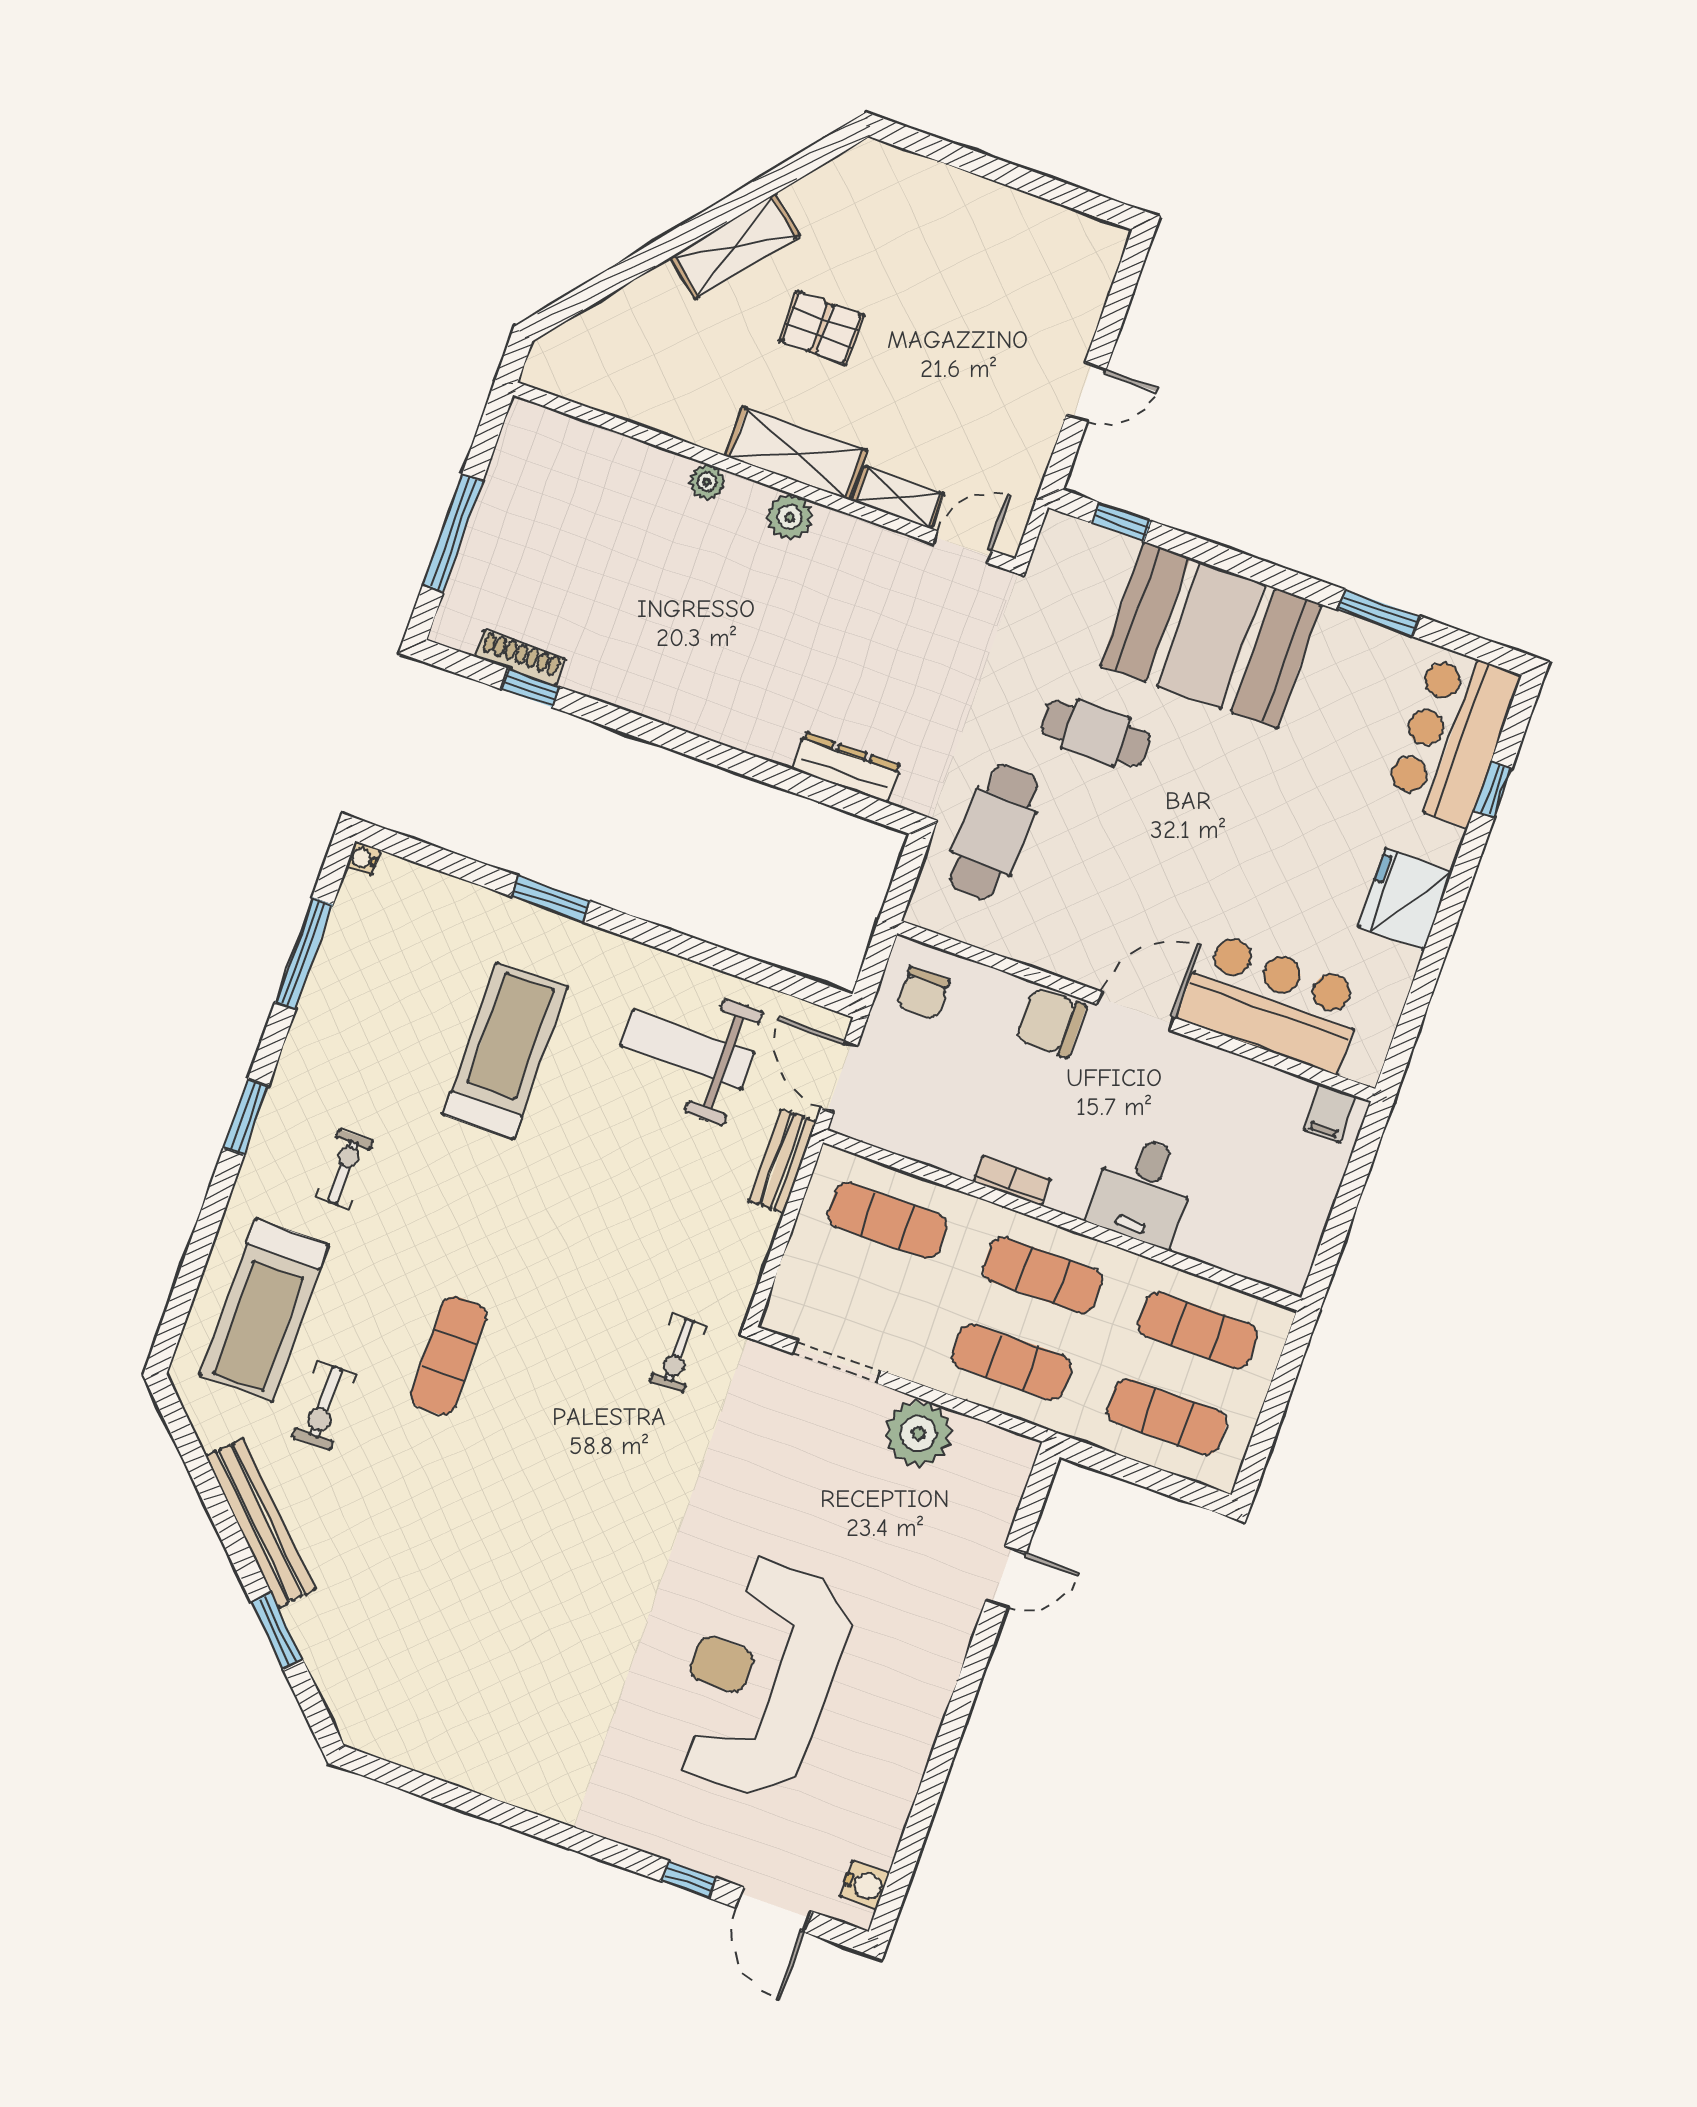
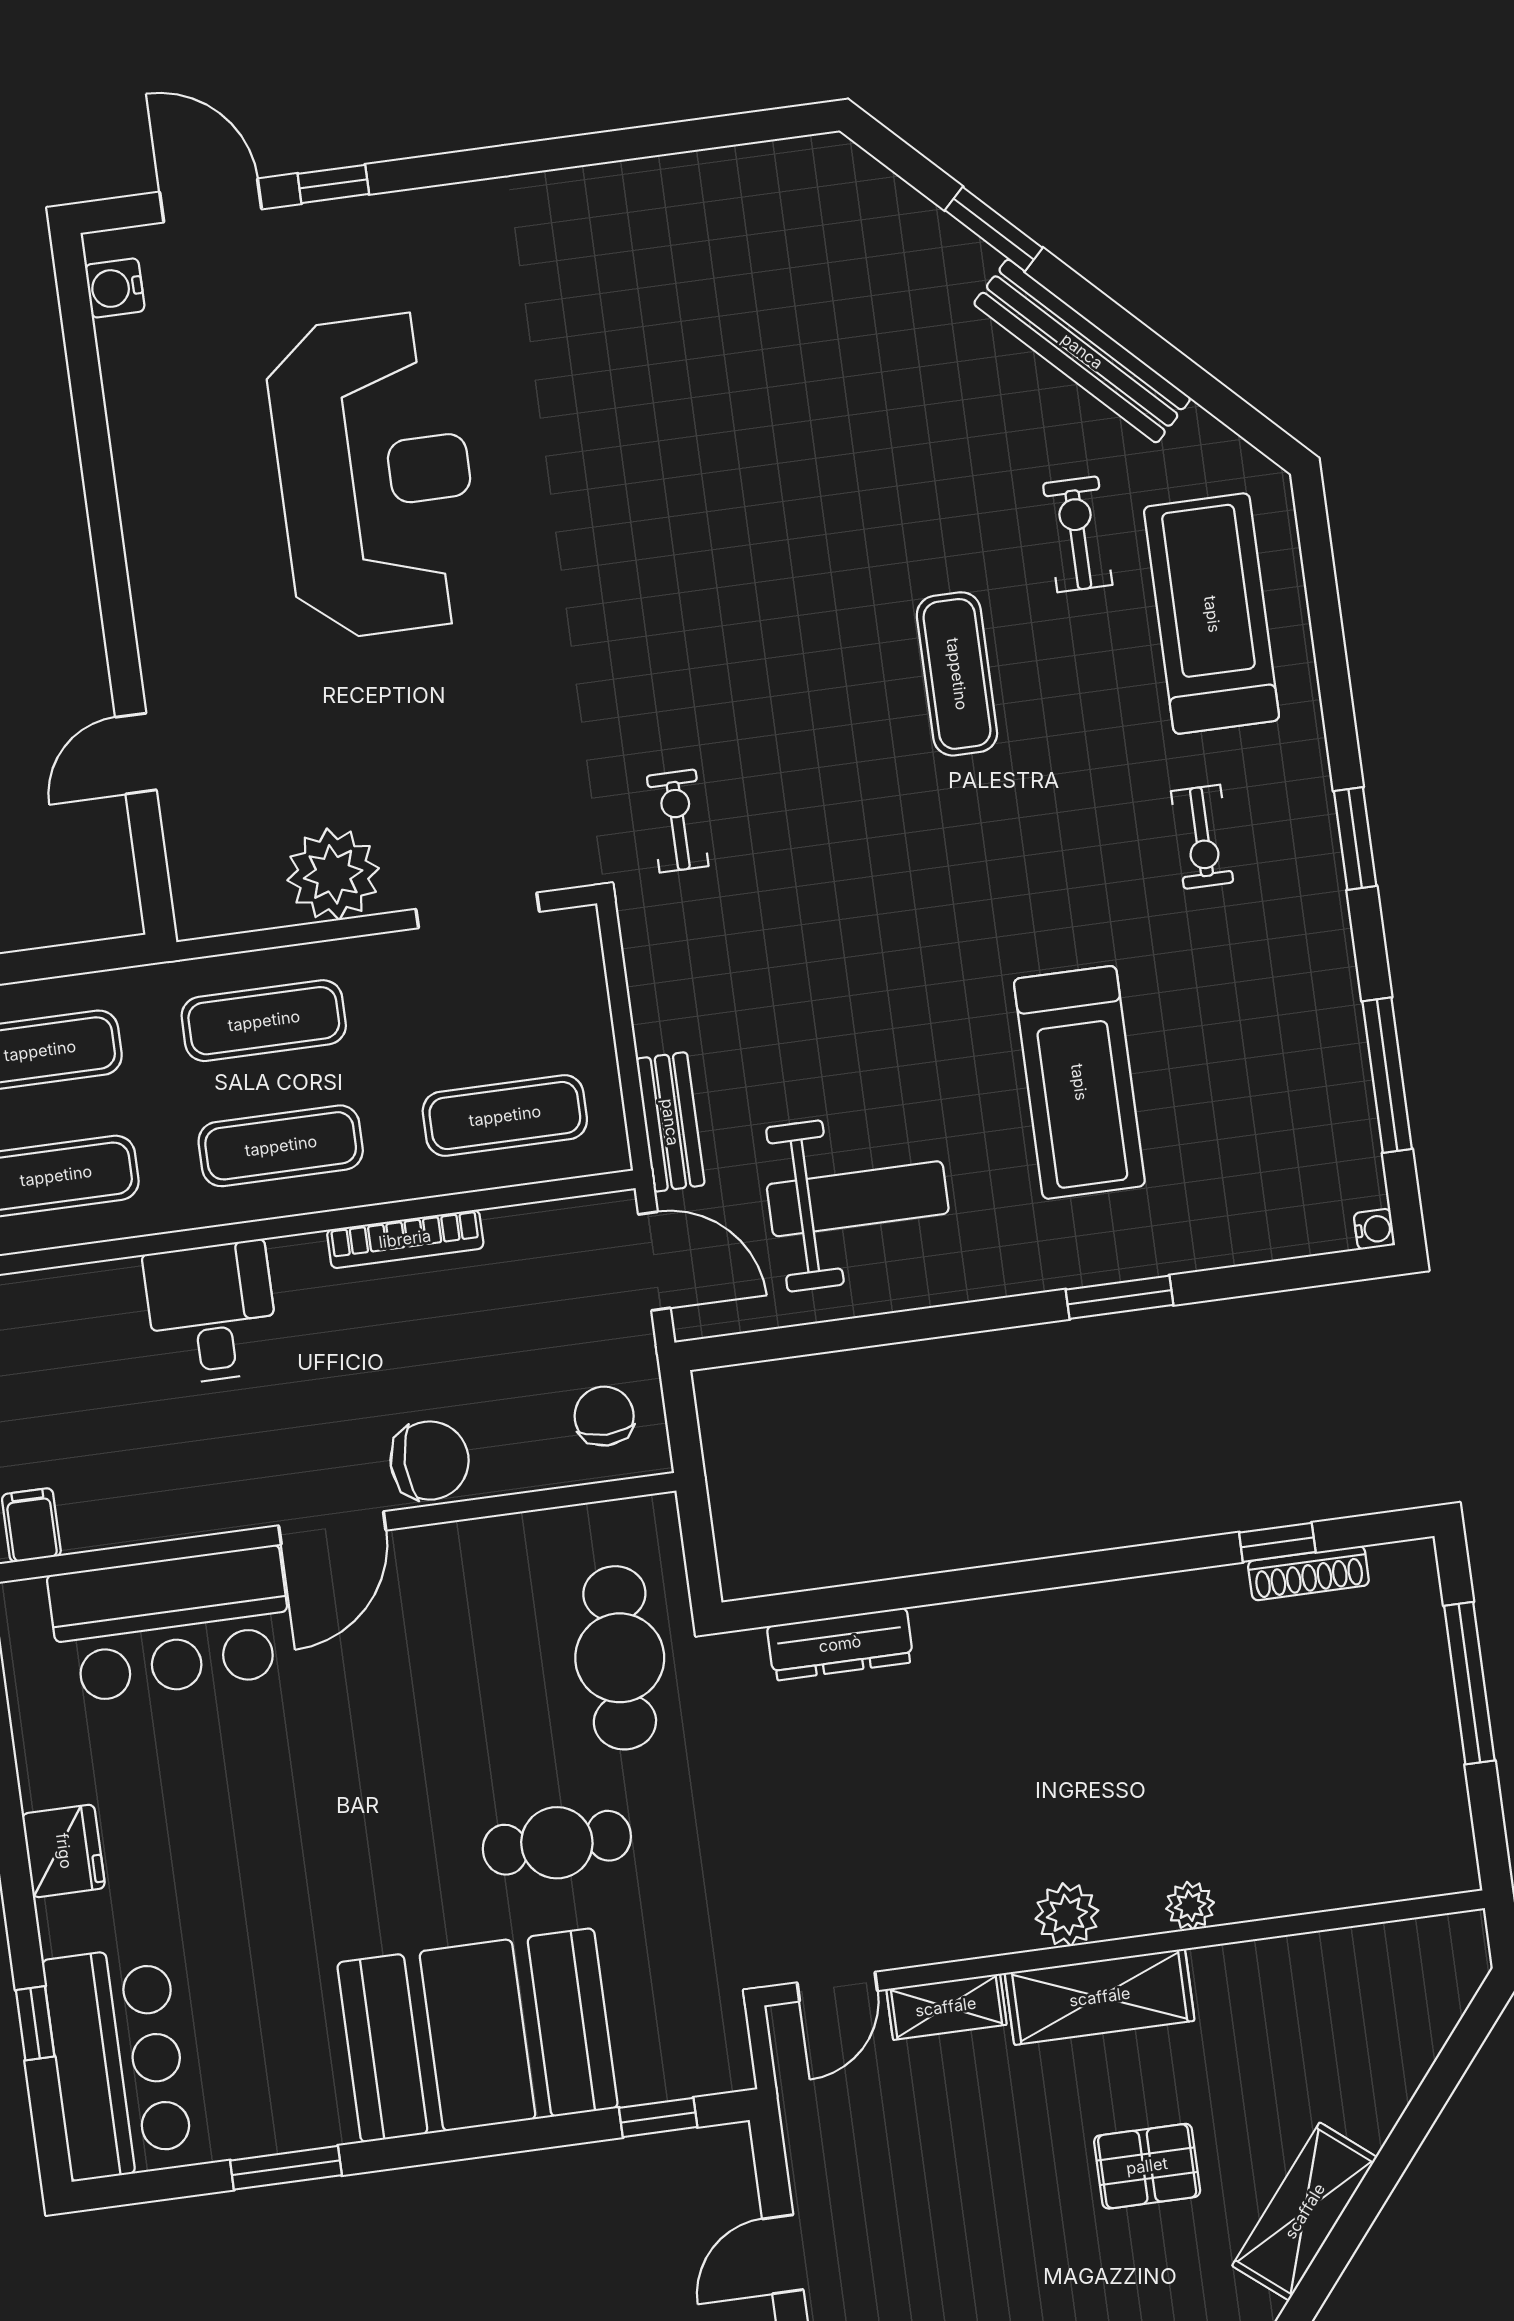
fridge: (1405, 899) -> (64, 1851), width x0.73, depth x0.75
bookcase: (1012, 1180) -> (405, 1239), width x1.56

